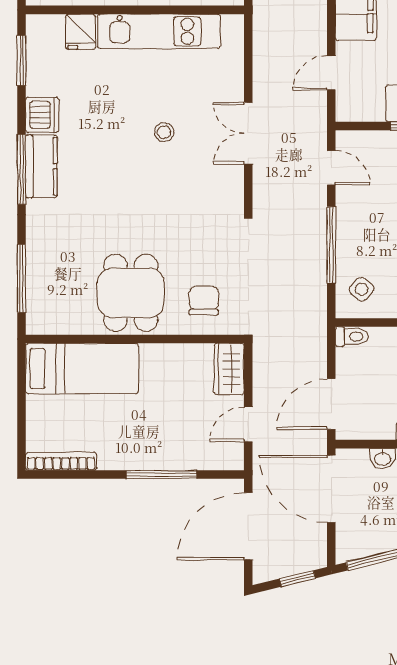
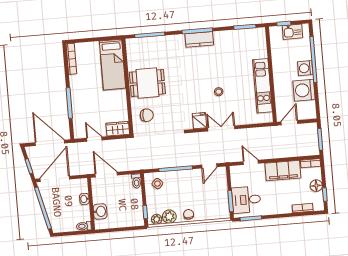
fridge: (81, 32) -> (200, 121), moved, turned 90
dishwasher: (42, 115) -> (222, 38), removed
door: (331, 489) -> (55, 179), moved

